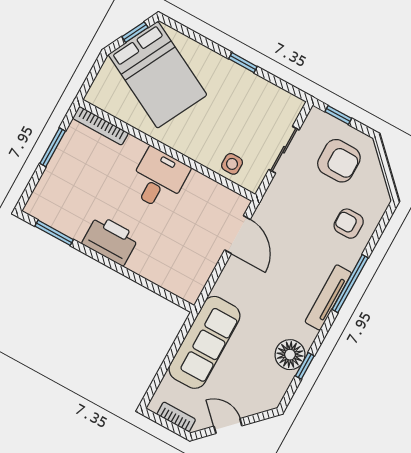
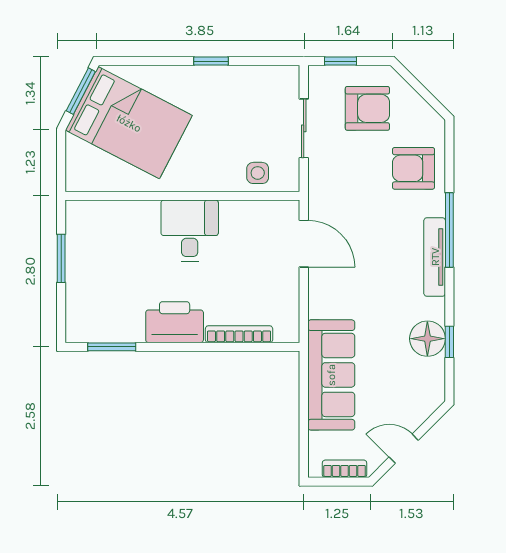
window: (135, 32) -> (81, 91), width x1.50
bookcase: (101, 126) -> (239, 334), moved, turned 180
armchair: (349, 224) -> (414, 168), width x1.38, depth x1.38

